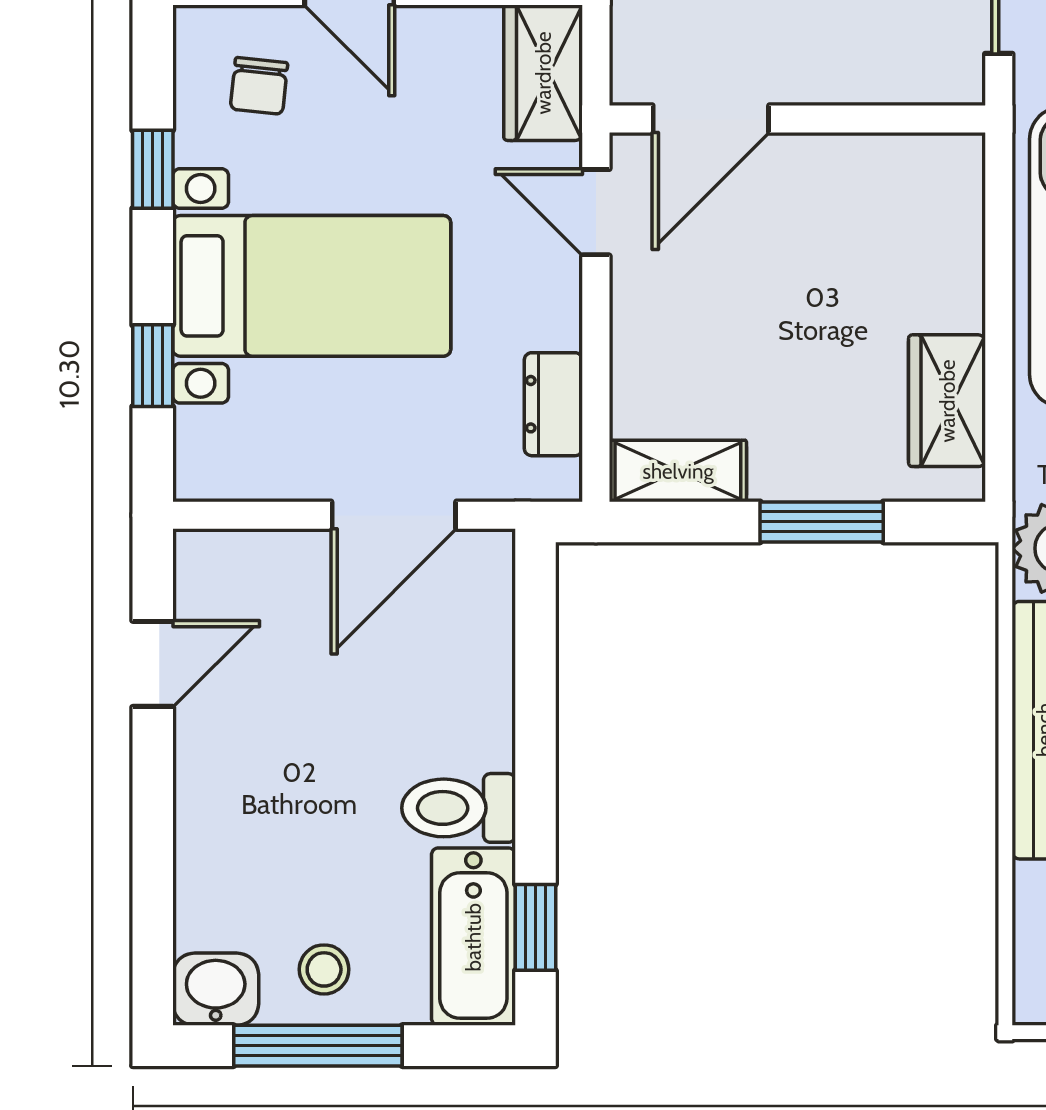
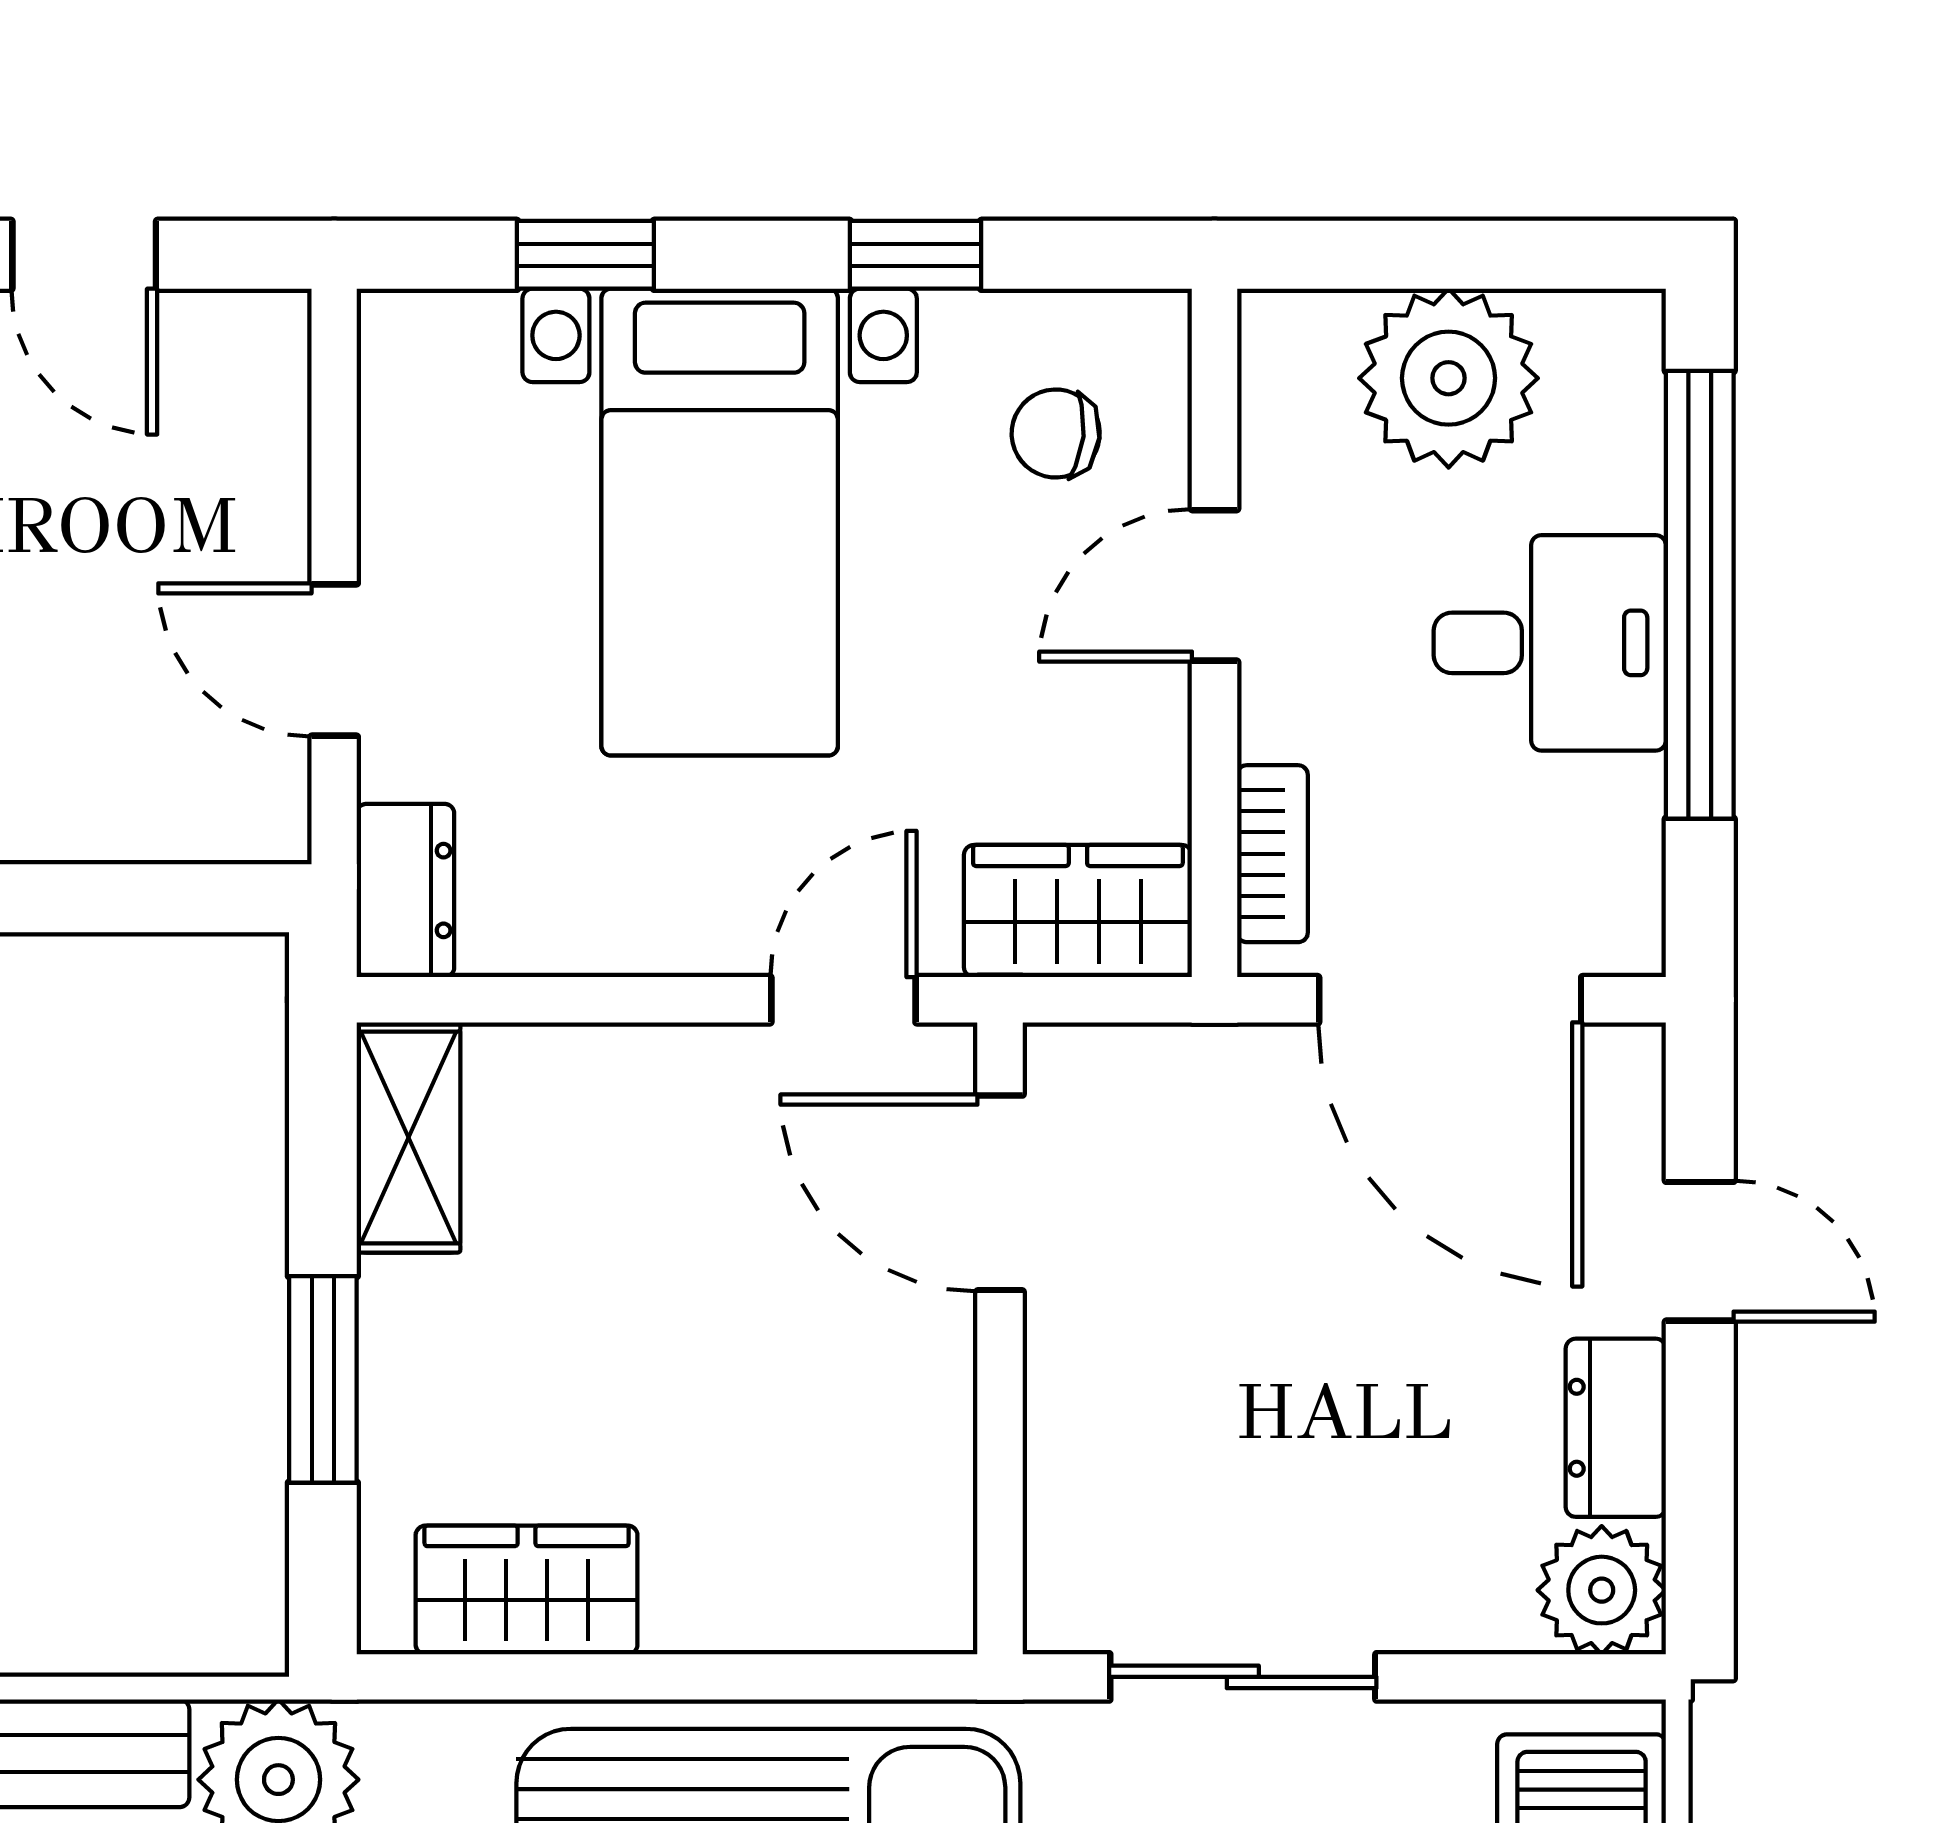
dresser: (553, 404) -> (405, 890), moved, turned 90
door: (394, 515) -> (334, 660), width x0.73

